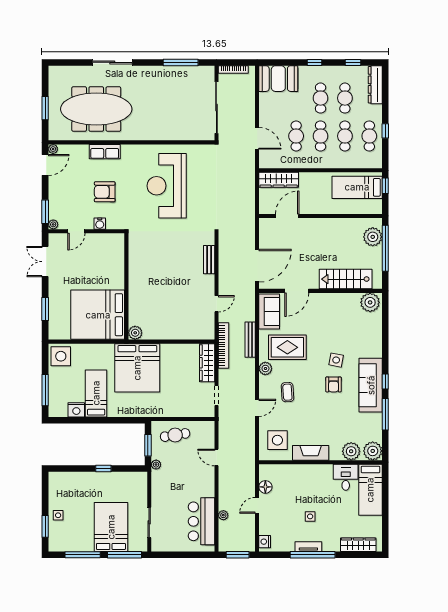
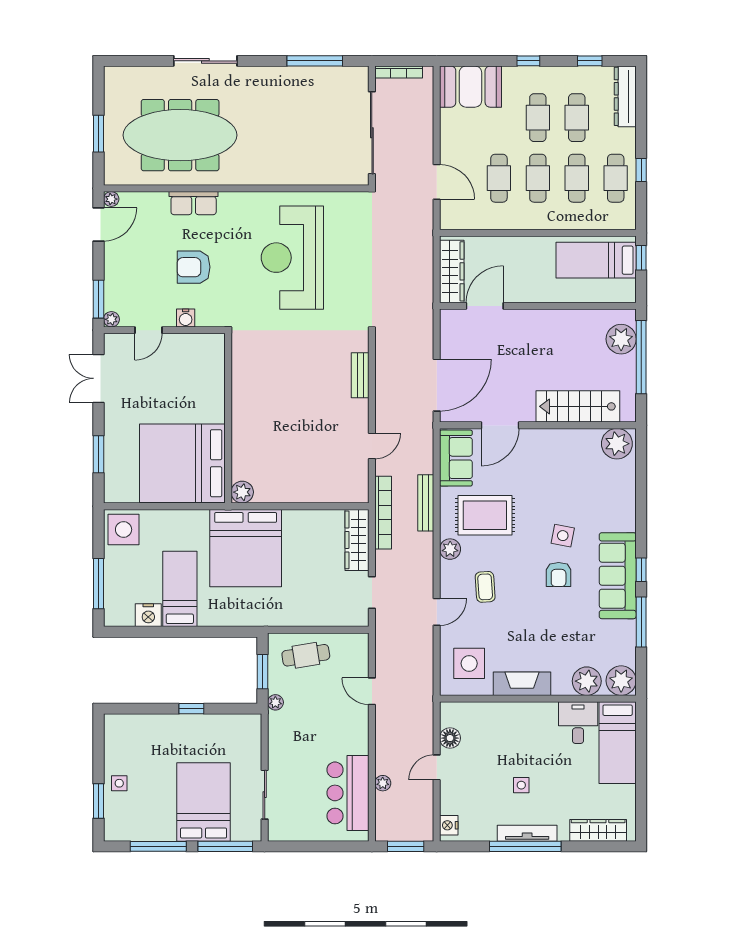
wardrobe: (279, 180) -> (452, 271), moved, turned -90
tv unit: (308, 547) -> (527, 833), width x1.41

